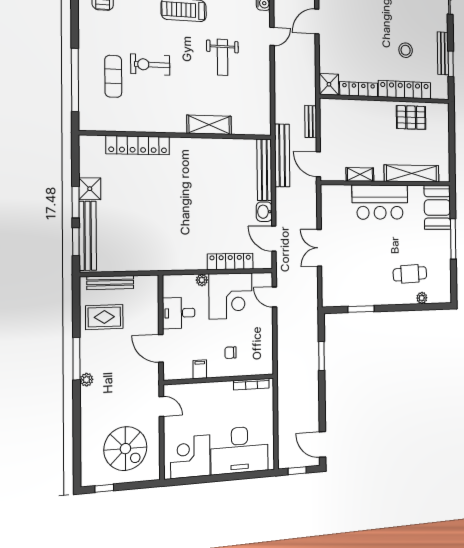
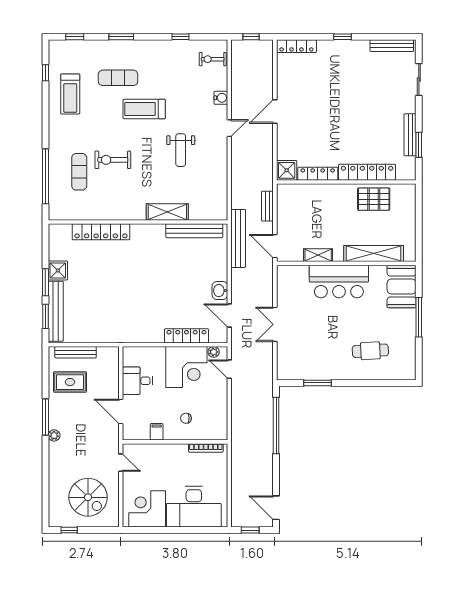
stool: (406, 50) -> (369, 134), removed
bench: (264, 170) -> (194, 231), moved, turned 90
plant: (202, 280) -> (214, 352), moved
plant: (422, 298) -> (383, 374), removed
window: (322, 356) -> (276, 425), width x2.11

